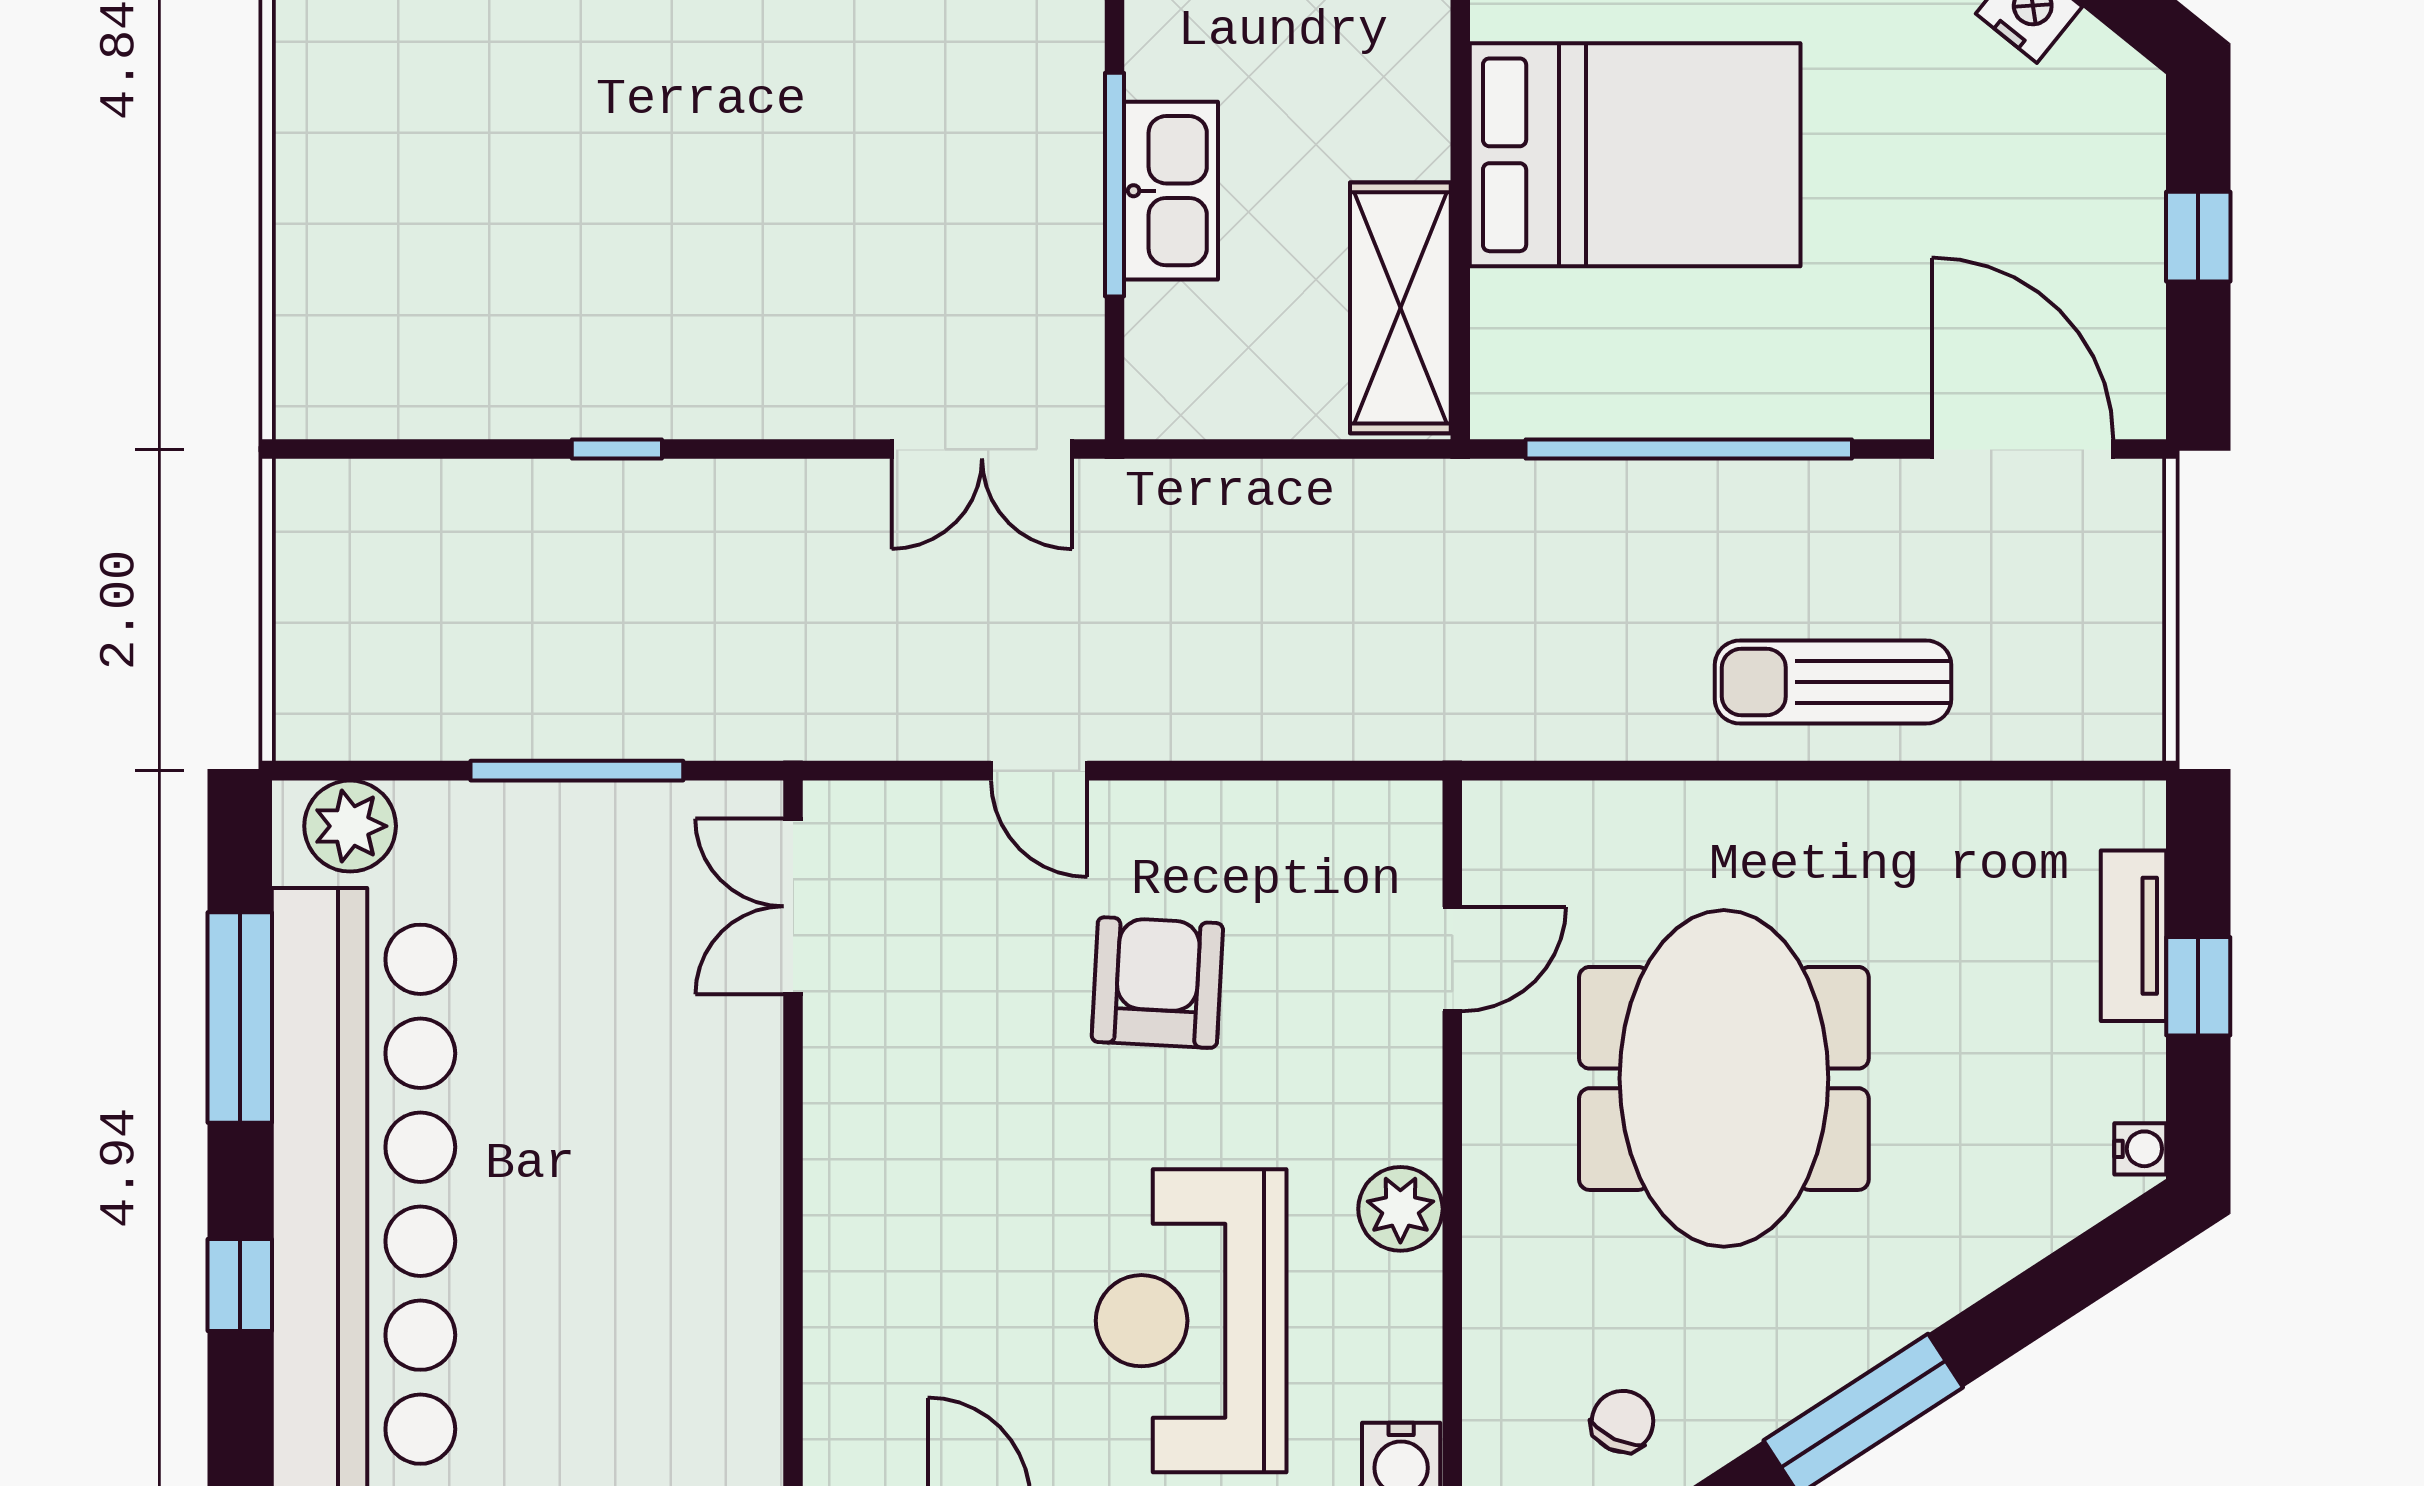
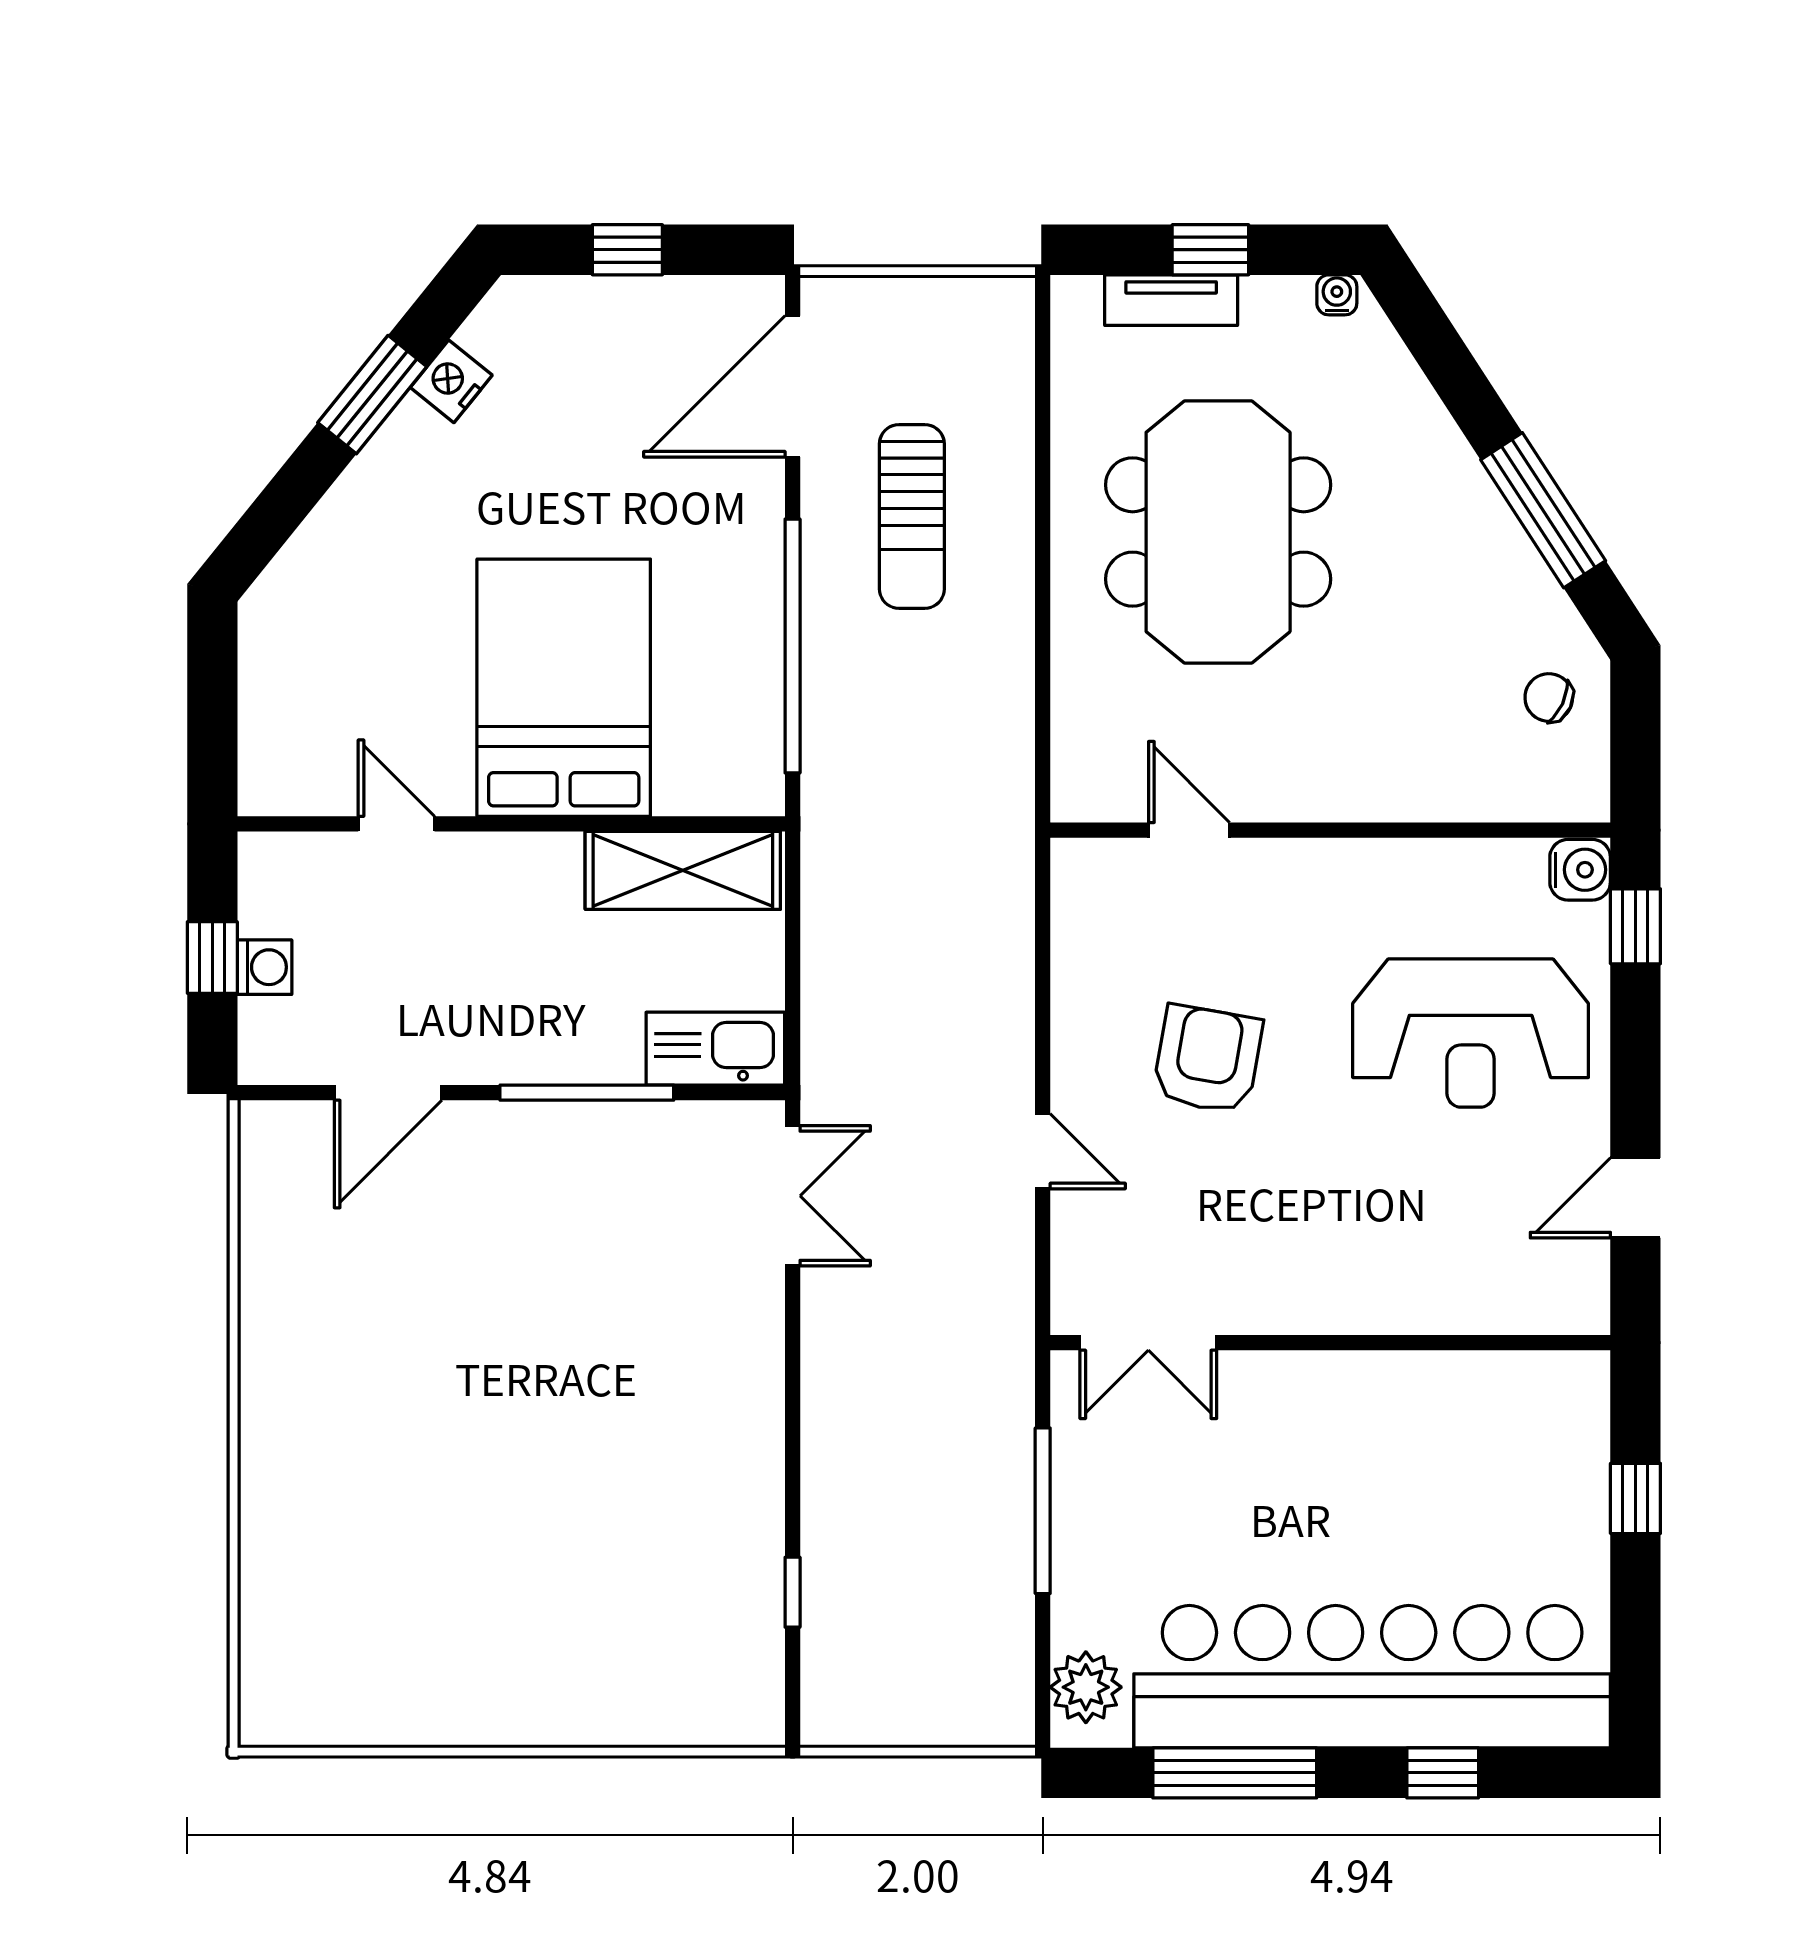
kitchen sink: (1171, 191) -> (715, 1049), moved
window: (617, 449) -> (793, 1592), moved
sun lounger: (1833, 682) -> (912, 516), moved
door: (1039, 771) -> (1043, 1151), hinge flipped
armchair: (1157, 983) -> (1208, 1059), turned 97
meeting table: (1724, 1078) -> (1218, 532), moved, turned 90
plant: (1400, 1209) -> (1384, 870), removed

